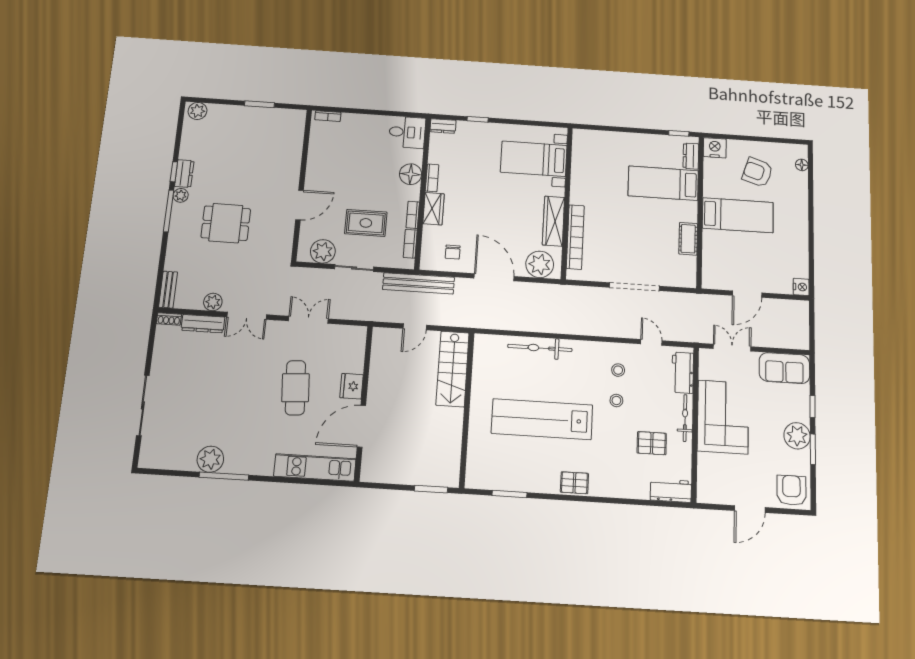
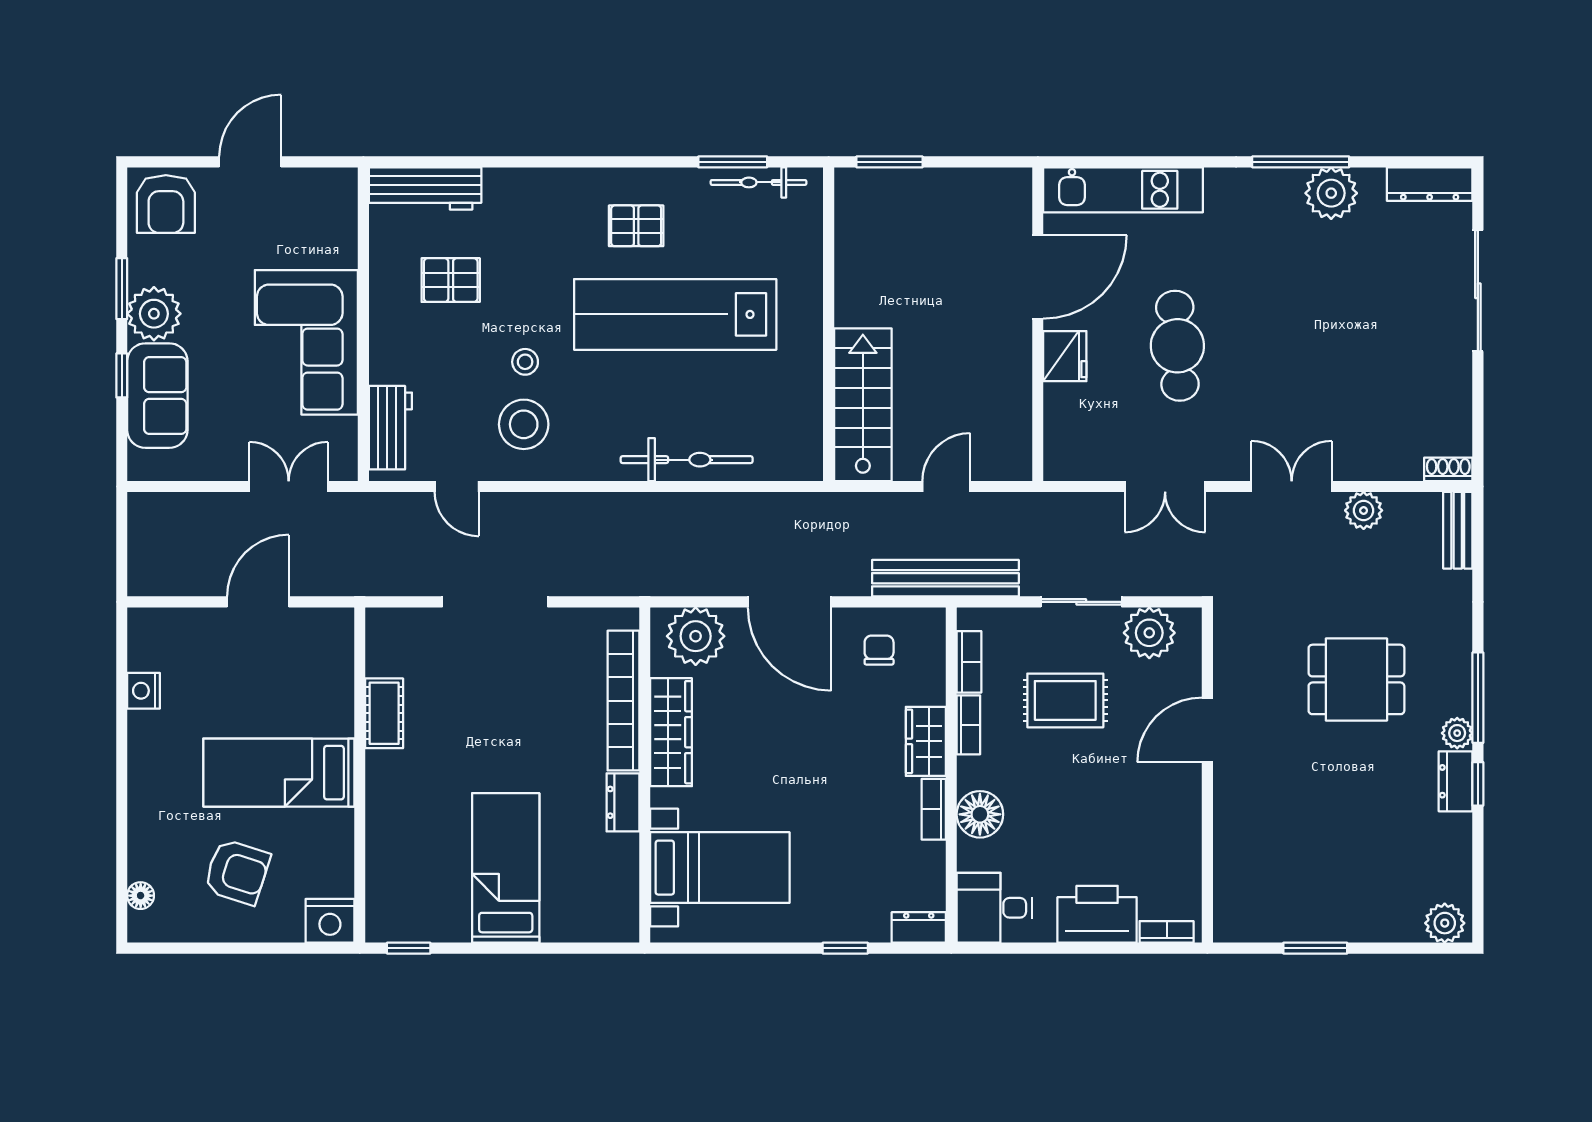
printer: (360, 126) -> (1097, 914), added
dresser: (691, 156) -> (623, 802), moved, turned 180
bed: (663, 183) -> (506, 868), moved, turned -90
nightstand: (801, 287) -> (144, 691), moved
dresser: (203, 324) -> (1430, 184), moved, turned 180
double door: (732, 348) -> (289, 486), swing flipped
sofa: (784, 368) -> (157, 396), moved, turned 90
stool: (618, 370) -> (524, 424), width x1.89, depth x1.89
bicycle: (685, 418) -> (759, 182), moved, turned 90
lab bench: (542, 419) -> (675, 314), turned 180
pallet: (574, 483) -> (636, 226), moved
workbench: (671, 491) -> (425, 188), width x1.38

